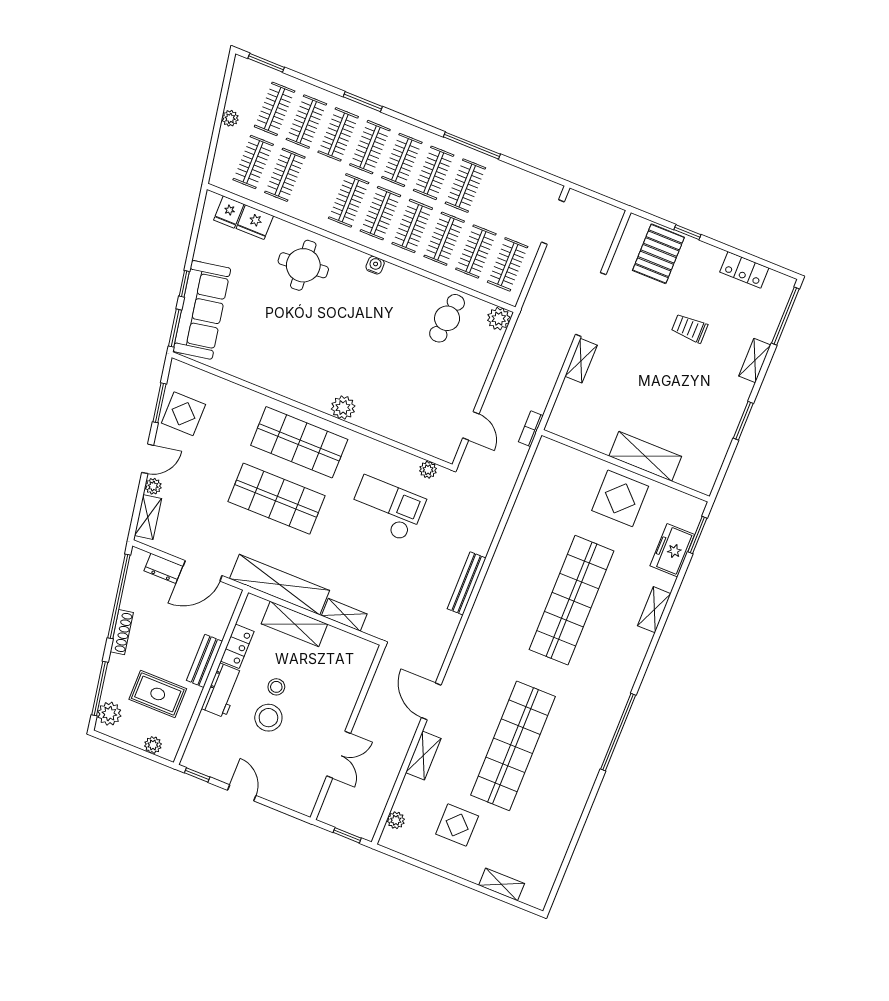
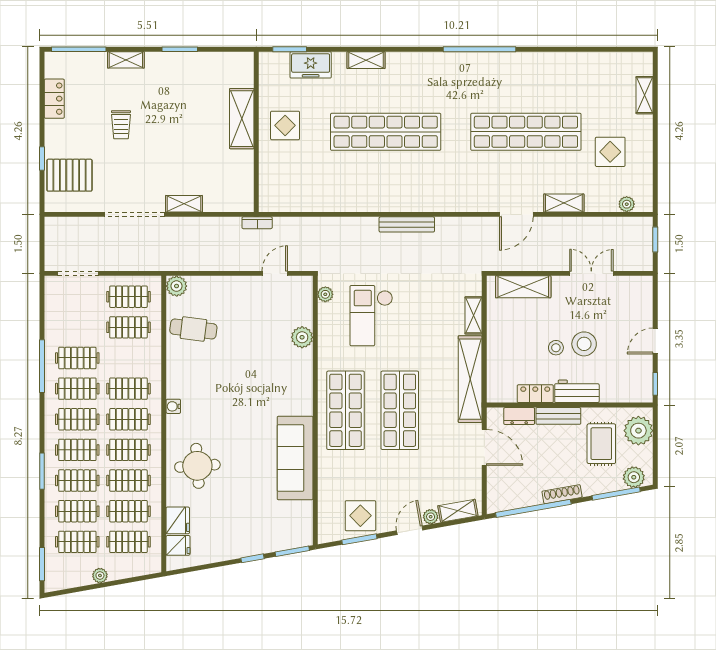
clothes rail: (444, 239) -> (128, 481), moved
sofa: (202, 310) -> (295, 458), moved, turned -80
plant: (343, 408) -> (302, 337), moved
door: (148, 459) -> (410, 530), hinge flipped
display table: (620, 498) -> (285, 125), width x0.73, depth x0.73
dresser: (163, 568) -> (519, 416), moved, turned 90
shelving: (294, 624) -> (523, 287), moved, turned 90
plant: (153, 745) -> (638, 431), width x1.87, depth x1.87

